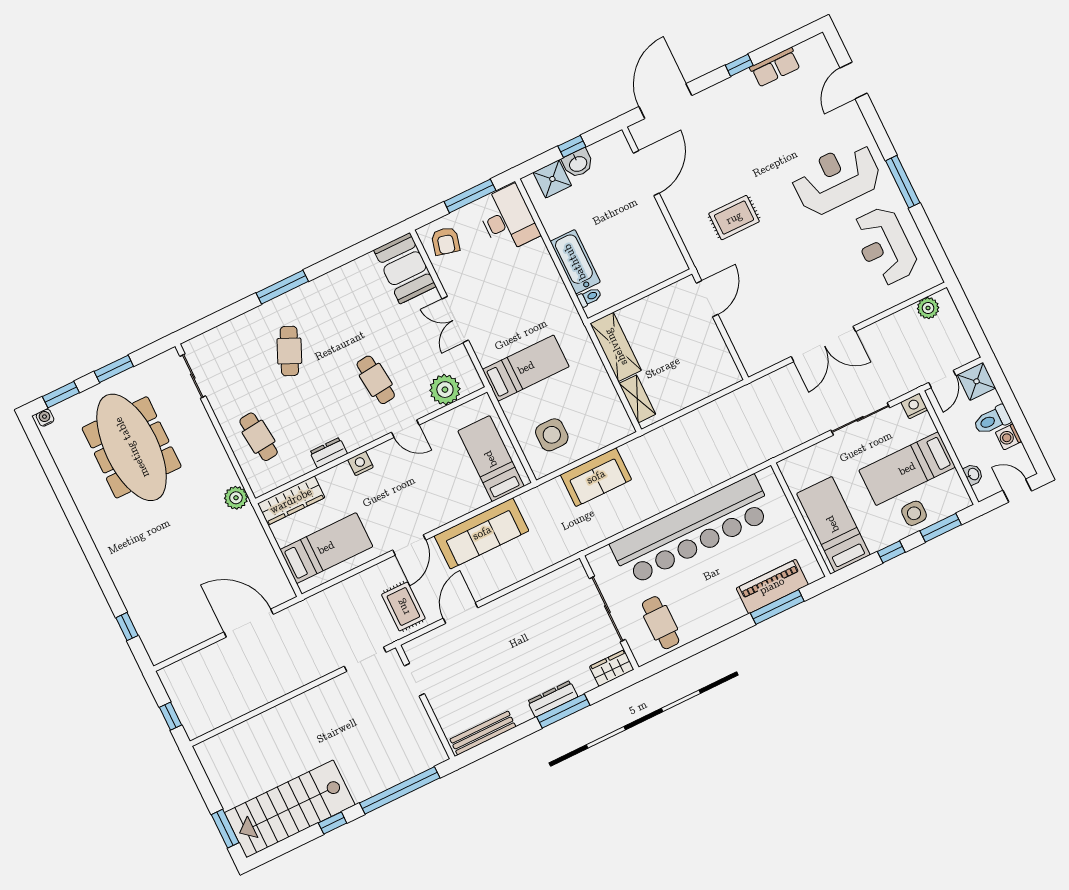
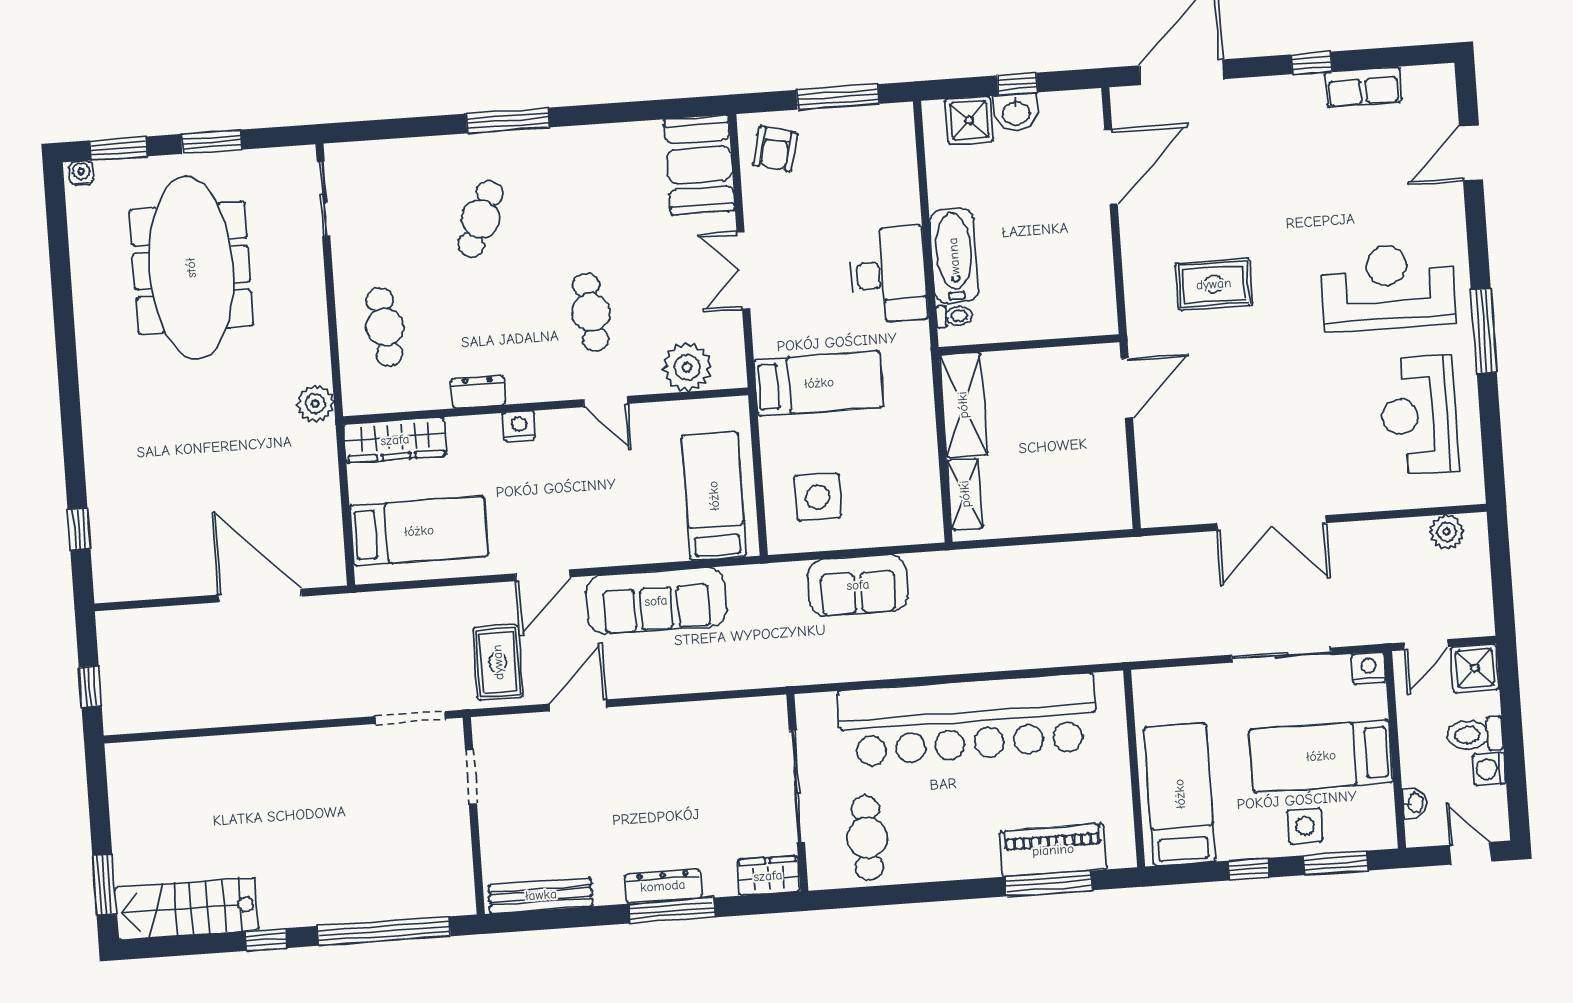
desk: (508, 219) -> (888, 274), moved
stairs: (290, 809) -> (187, 909), width x0.73, depth x0.66

